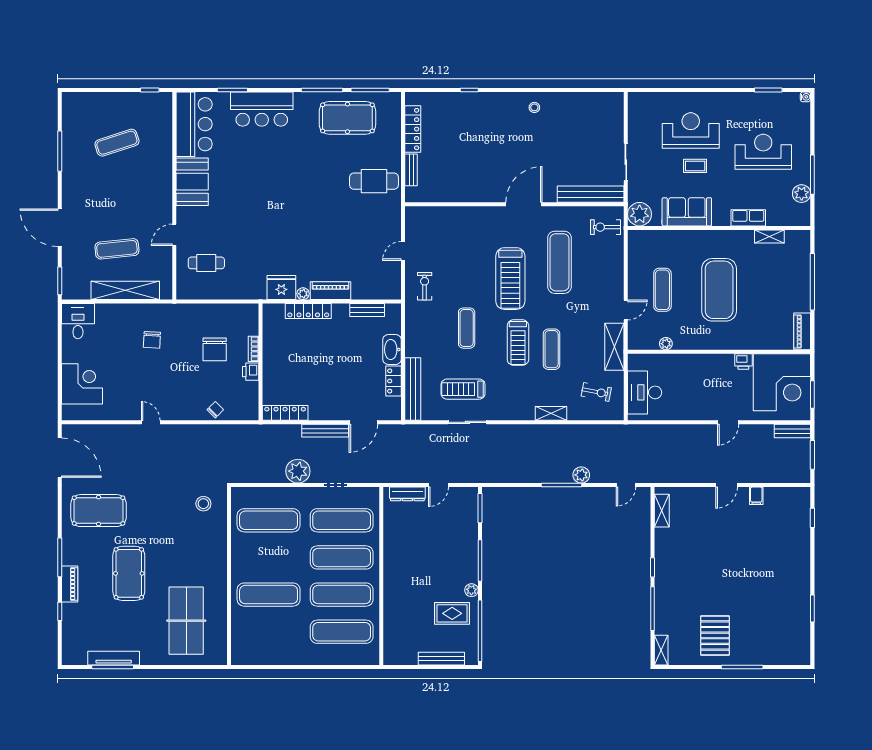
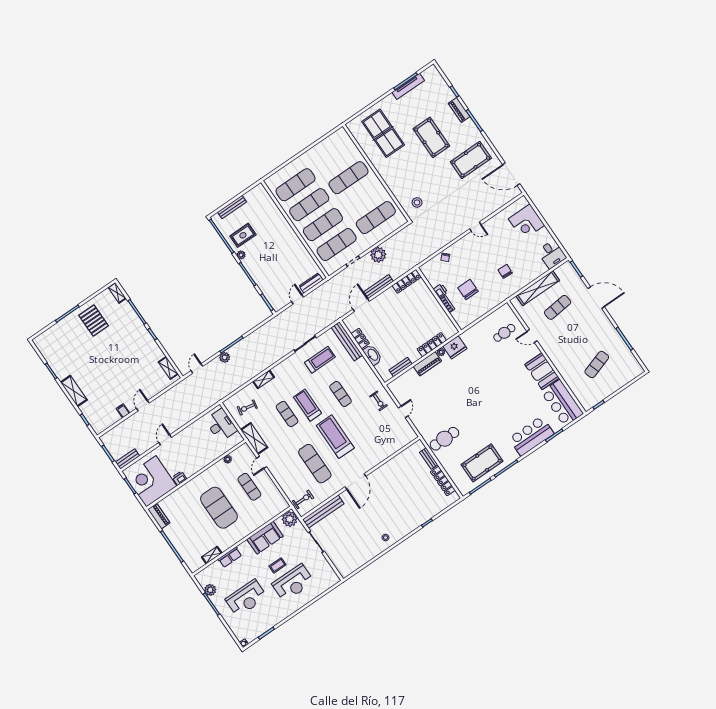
door: (174, 235) -> (532, 336), swing flipped
shelving: (801, 563) -> (74, 391), added

